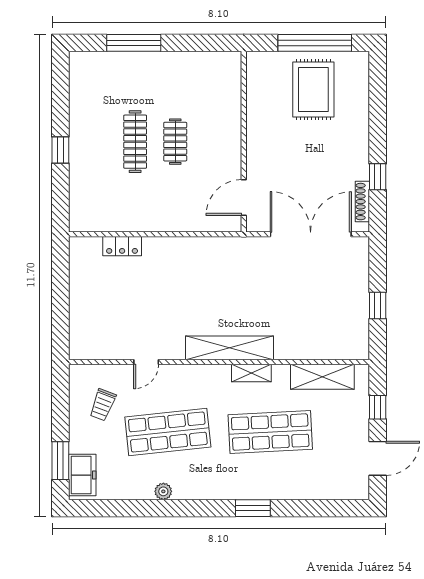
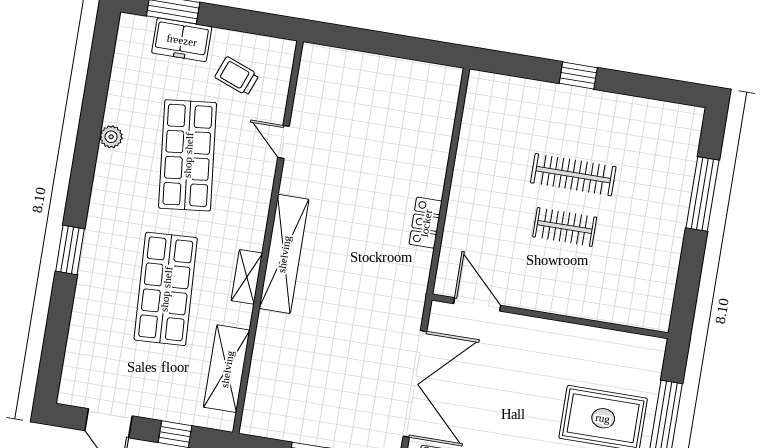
locker: (122, 246) -> (426, 223), moved
freezer: (82, 475) -> (182, 40), moved

